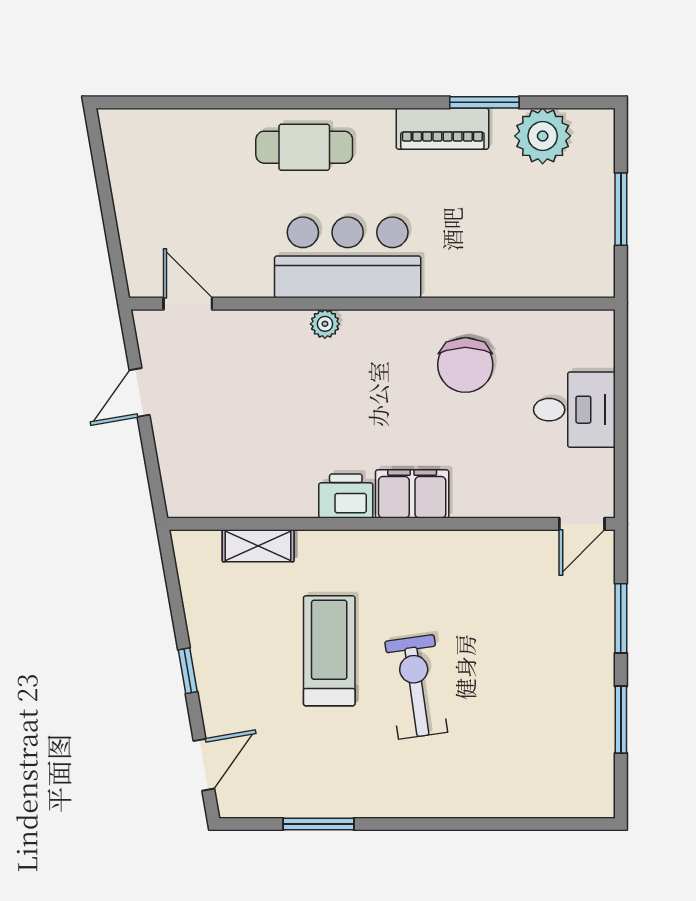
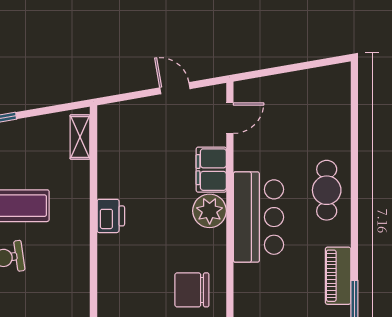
plant: (325, 324) -> (210, 211), width x1.88, depth x1.88
filing cabinet: (412, 494) -> (211, 170), moved, turned 180
shelving: (258, 546) -> (80, 137), moved

